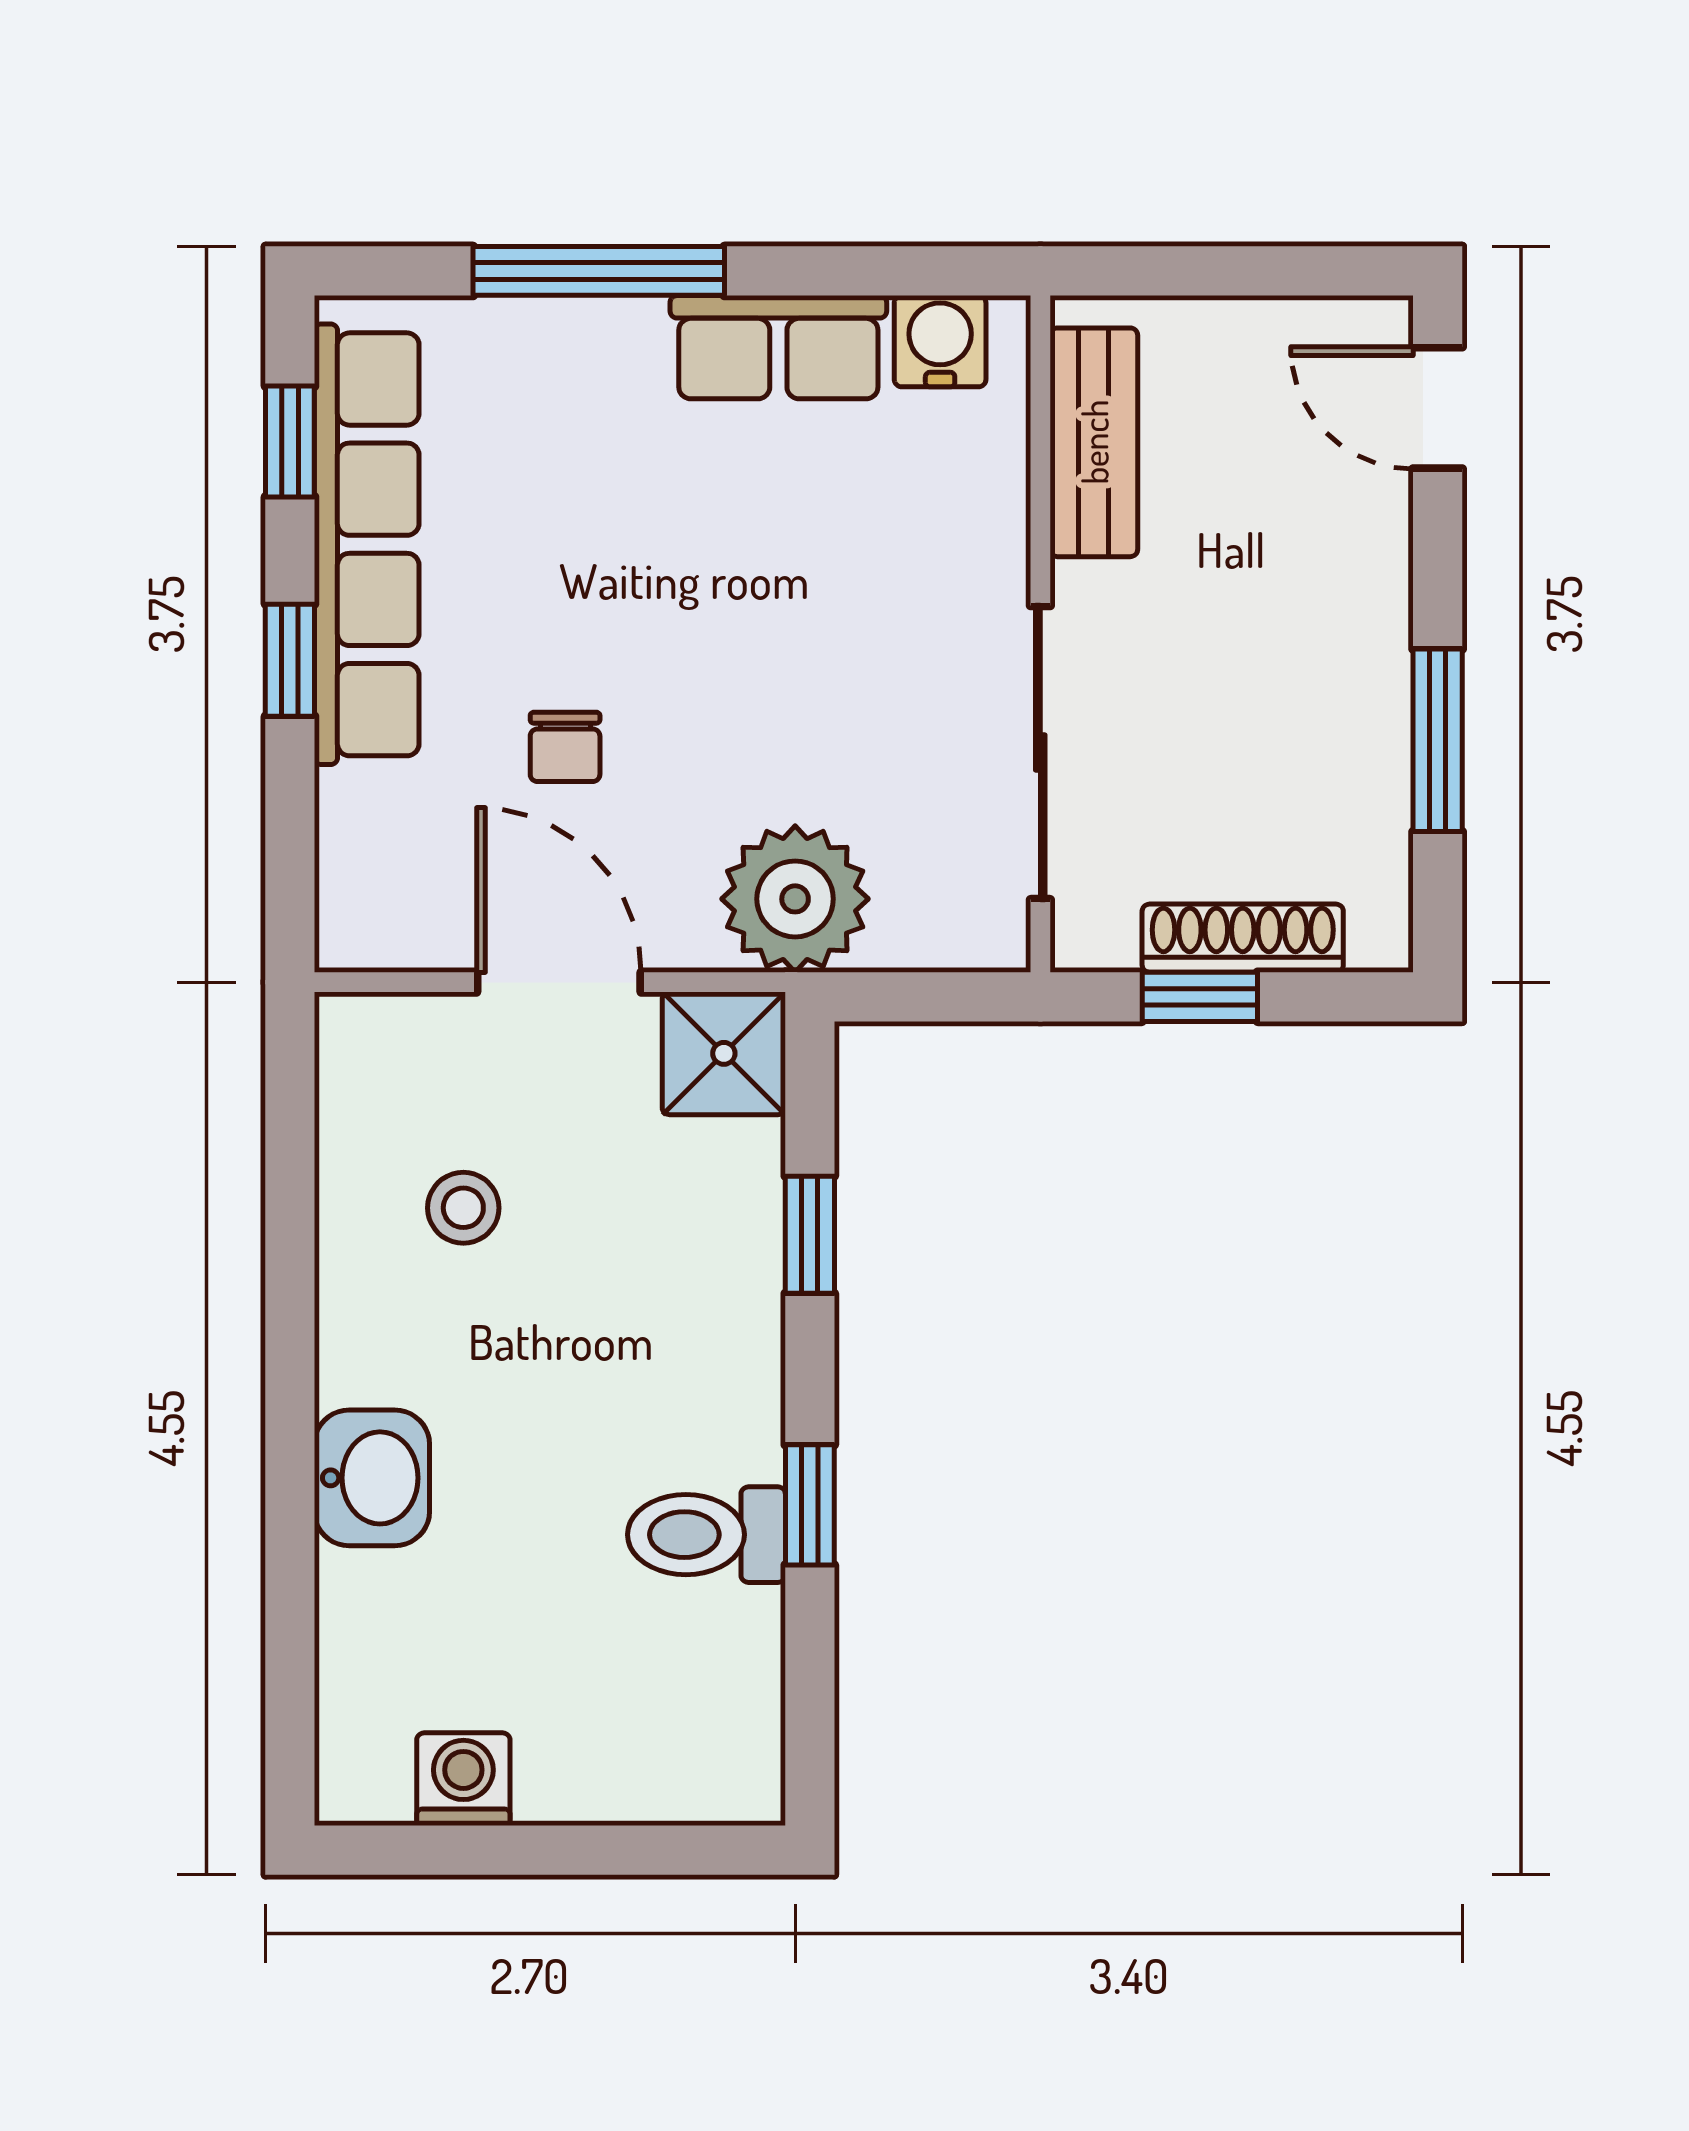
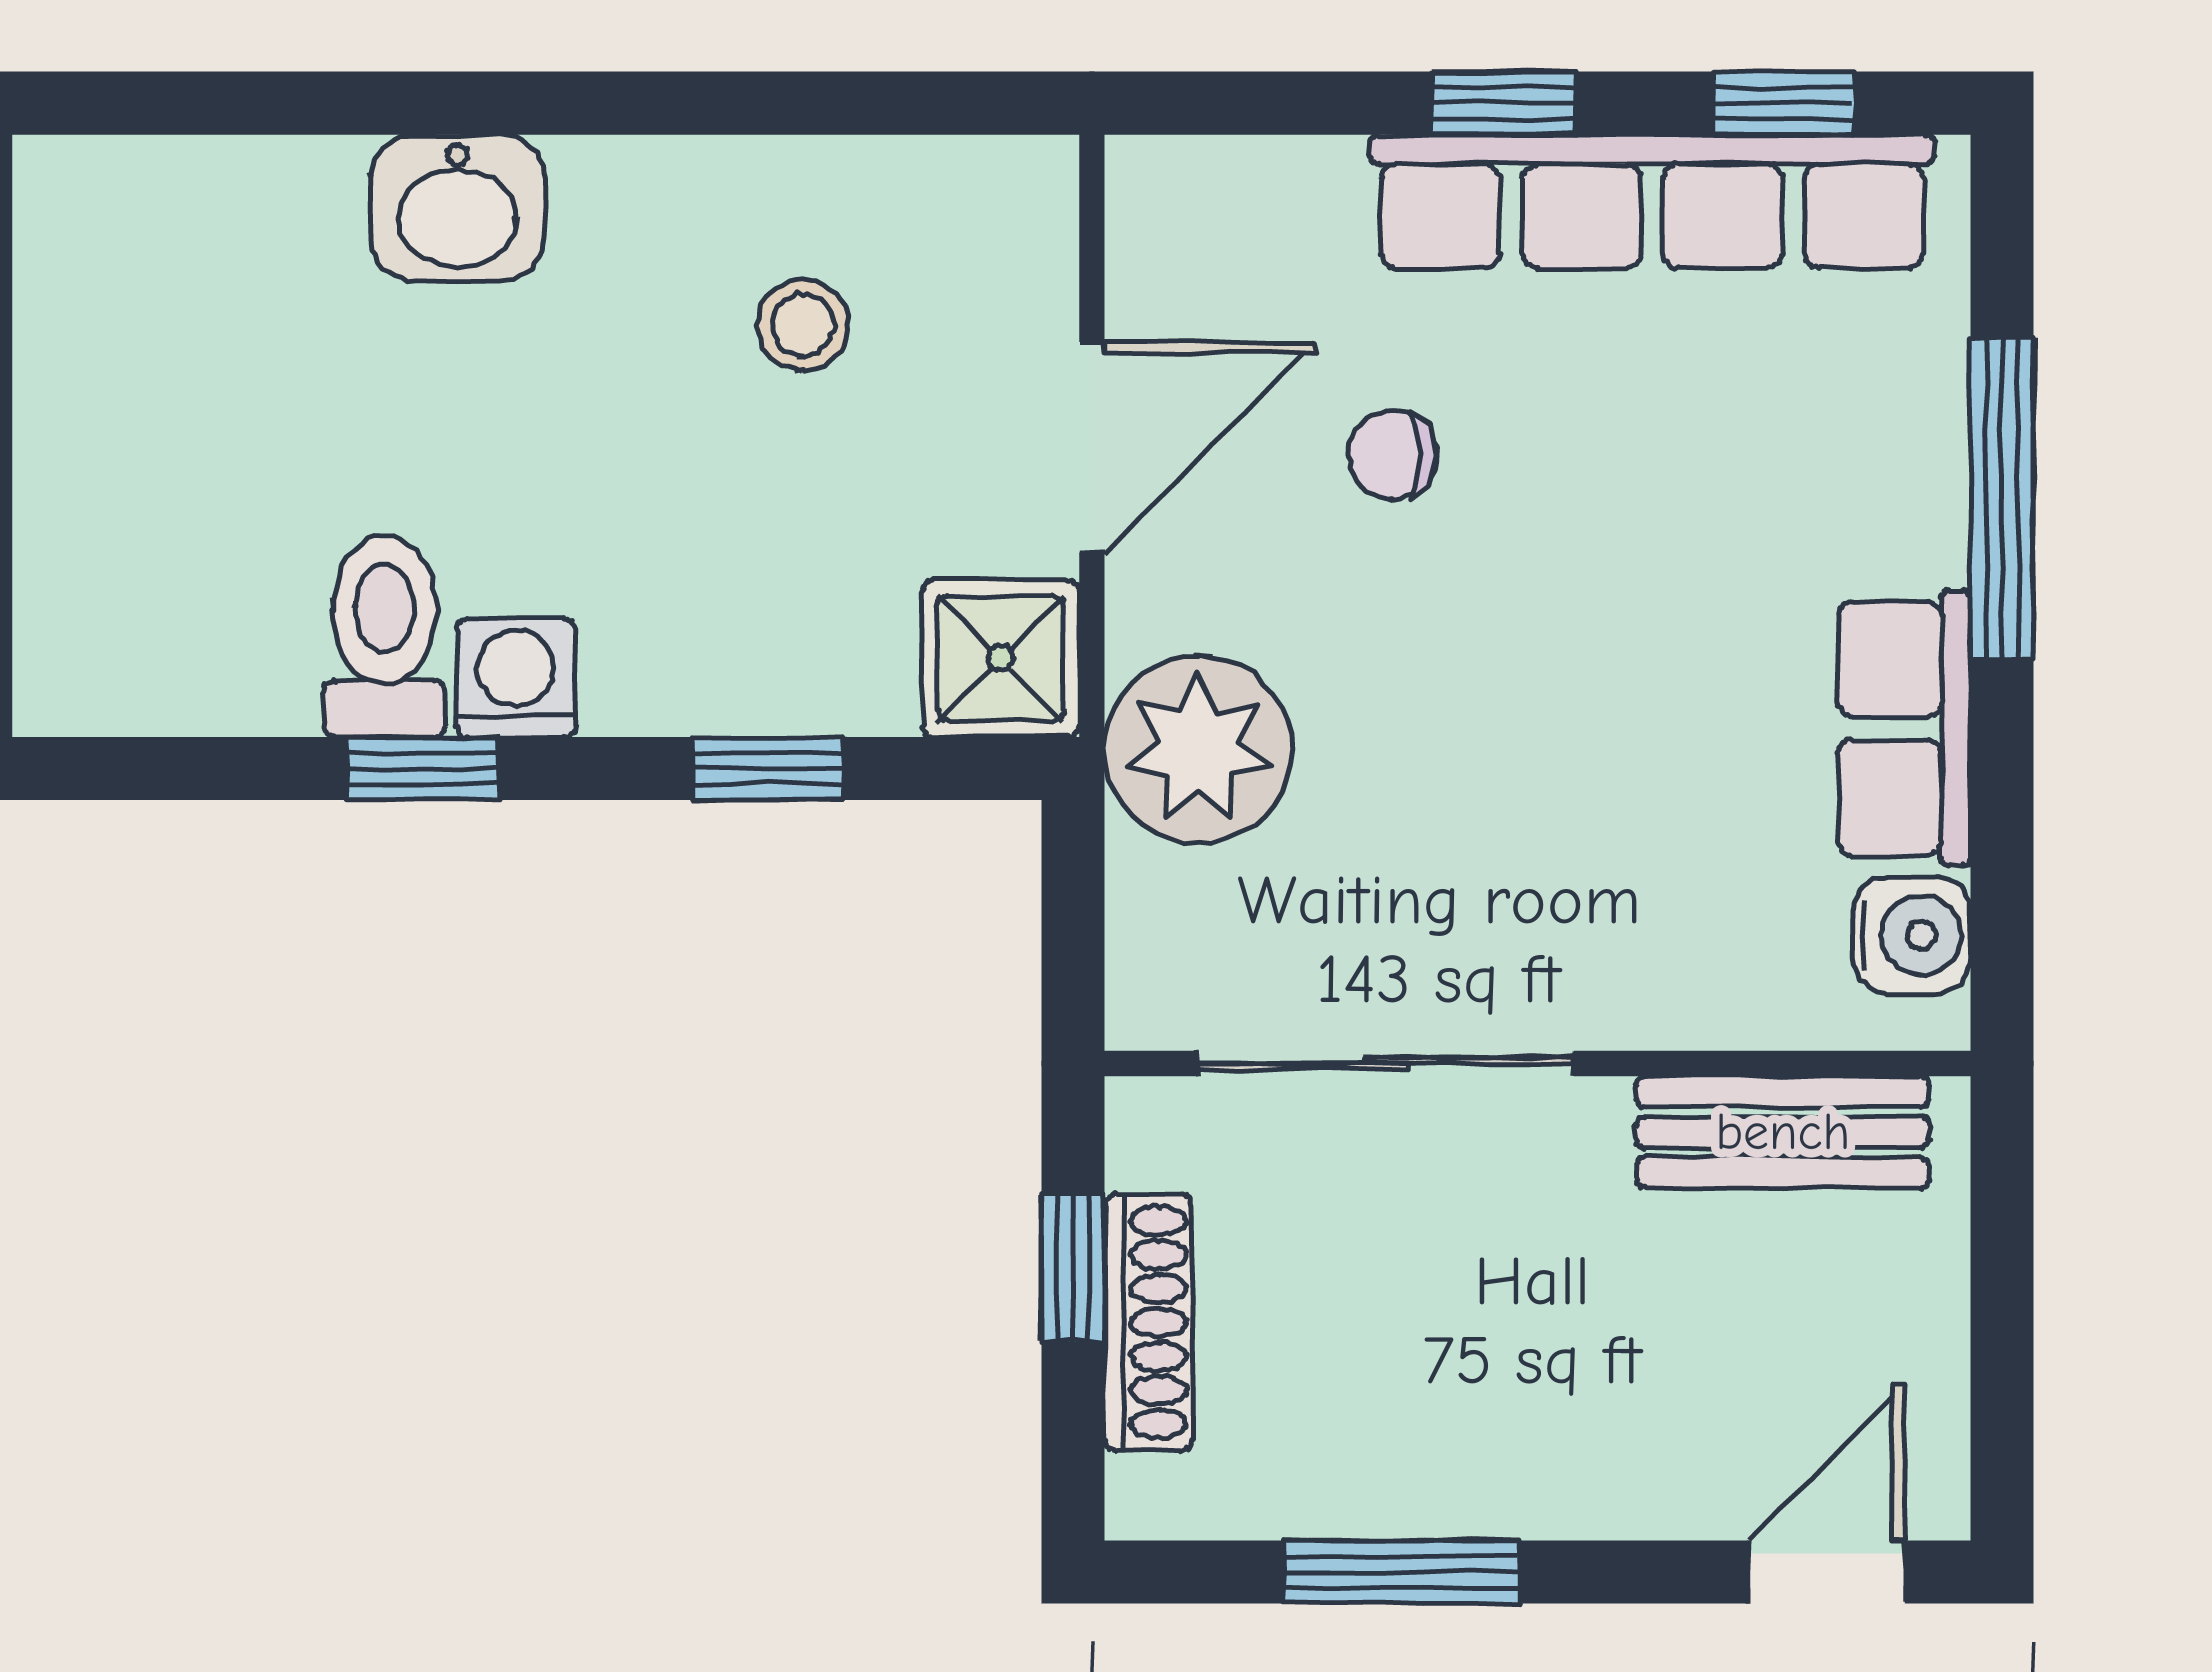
washing machine: (463, 1779) -> (516, 678), moved, turned -90

